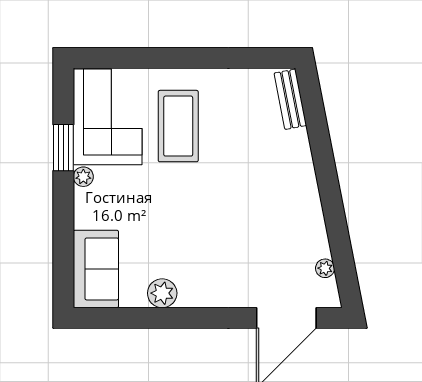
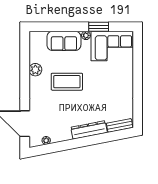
coffee table: (178, 126) -> (67, 82), moved
dresser: (301, 170) -> (89, 130), added
sofa: (96, 269) -> (64, 41), moved

